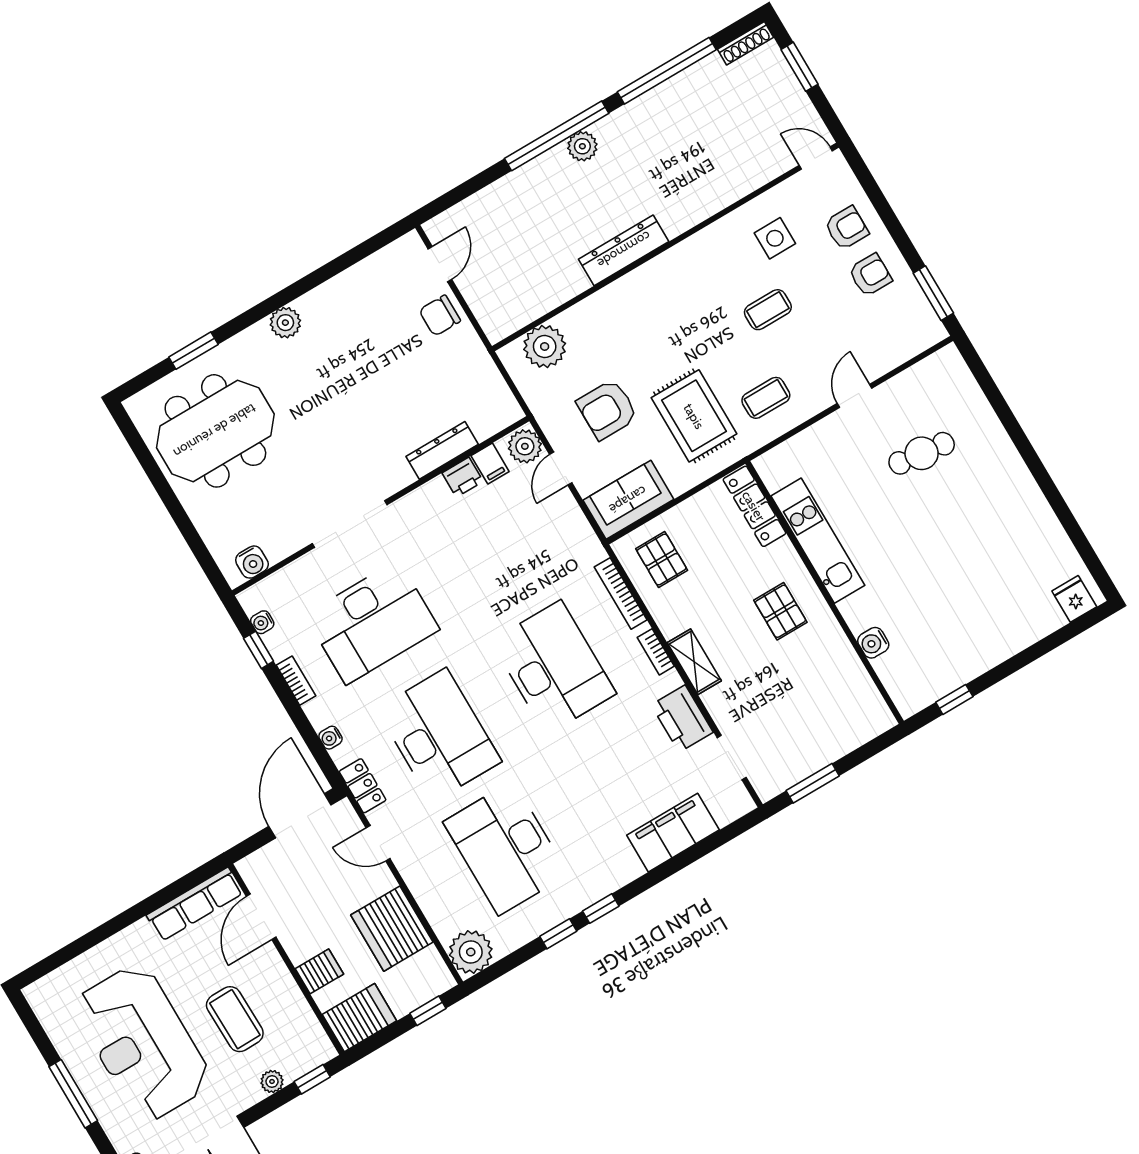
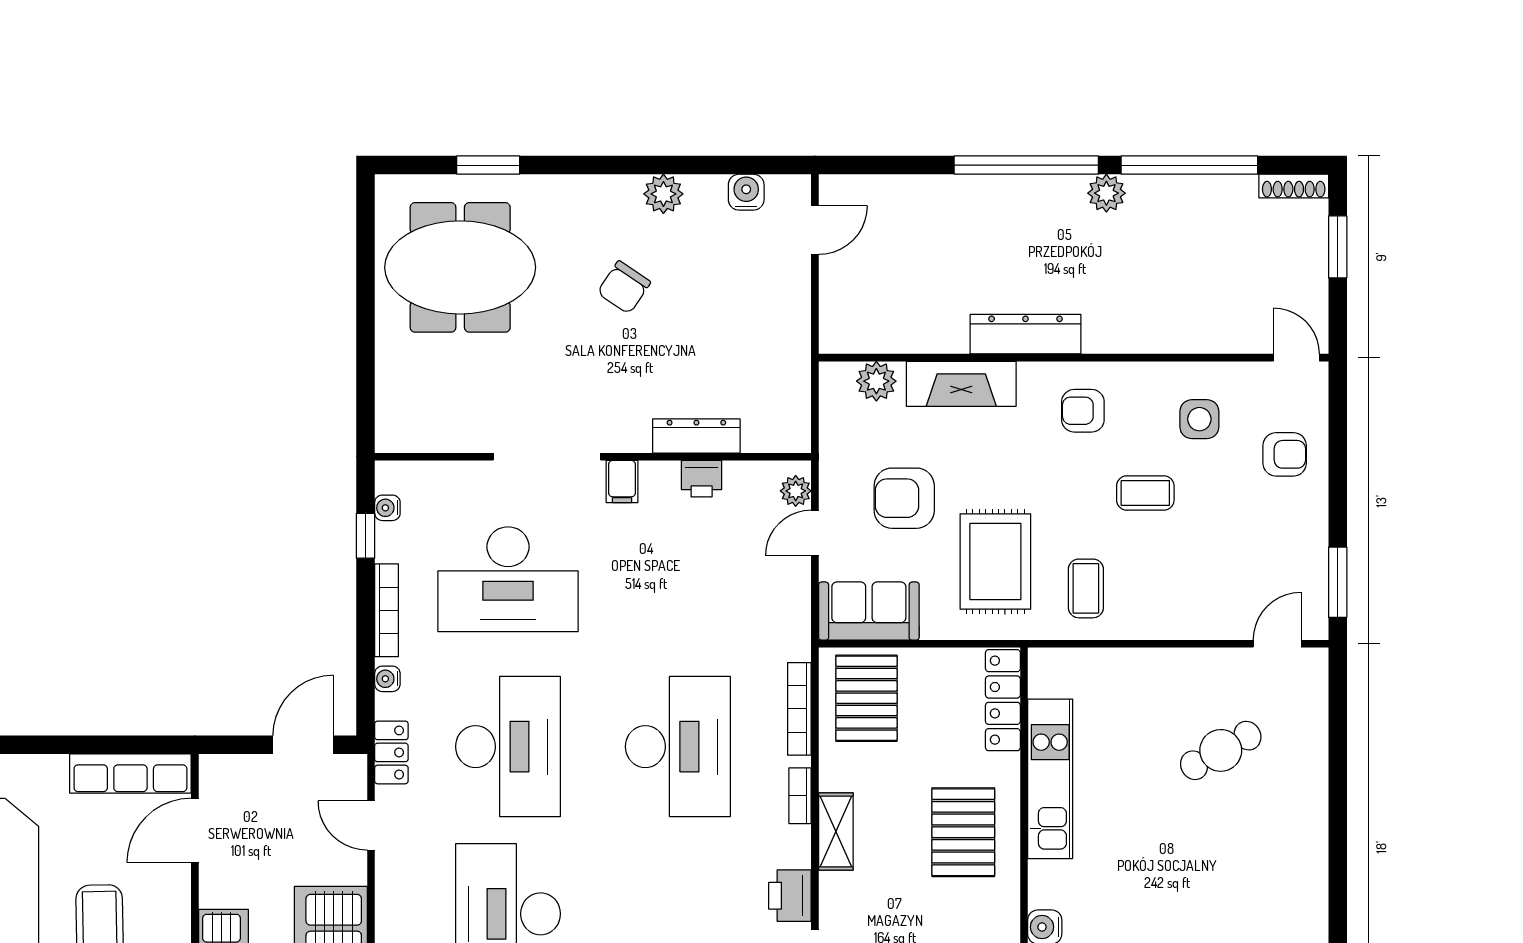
plant: (582, 146) -> (1106, 193), moved
armchair: (870, 275) -> (1083, 411), moved, turned 180
fireplace: (600, 310) -> (961, 384), added
chair: (440, 316) -> (624, 287), moved, turned -56
plant: (285, 323) -> (663, 194), moved
plant: (545, 346) -> (876, 381), width x0.73, depth x0.73
door: (855, 396) -> (1277, 644), moved
coffee table: (766, 398) -> (1086, 588), turned 90
plant: (525, 446) -> (796, 491), width x0.73, depth x0.73
cafe table: (922, 453) -> (1221, 750), turned -36
filing cabinet: (490, 464) -> (622, 482), moved
pallet: (662, 560) -> (866, 698), width x1.50, depth x1.42
water cooler: (252, 562) -> (746, 192), moved, turned 180
pallet: (780, 611) -> (963, 832), width x1.50, depth x1.42
bookcase: (296, 681) -> (387, 610), width x1.56
printer: (682, 719) -> (790, 896), width x0.73, depth x0.84
door: (300, 816) -> (303, 745), width x0.73

